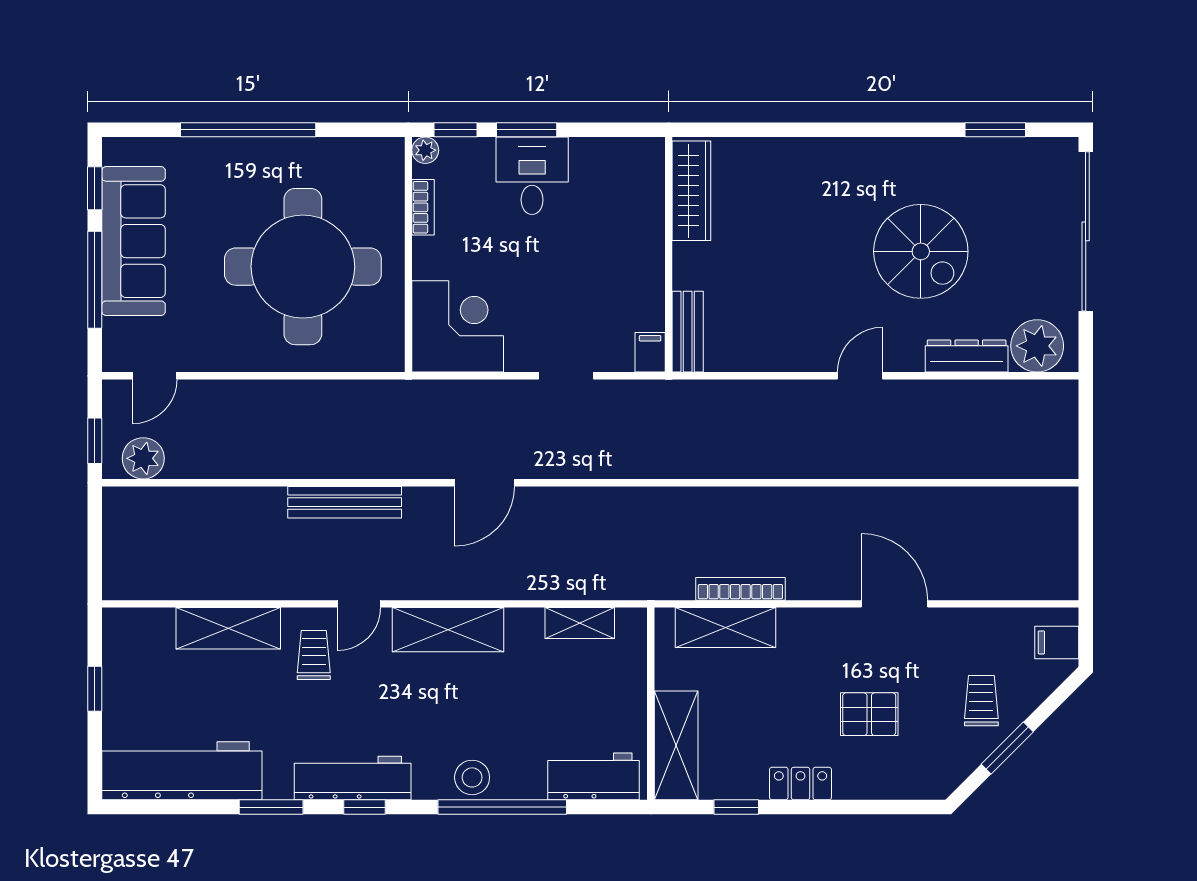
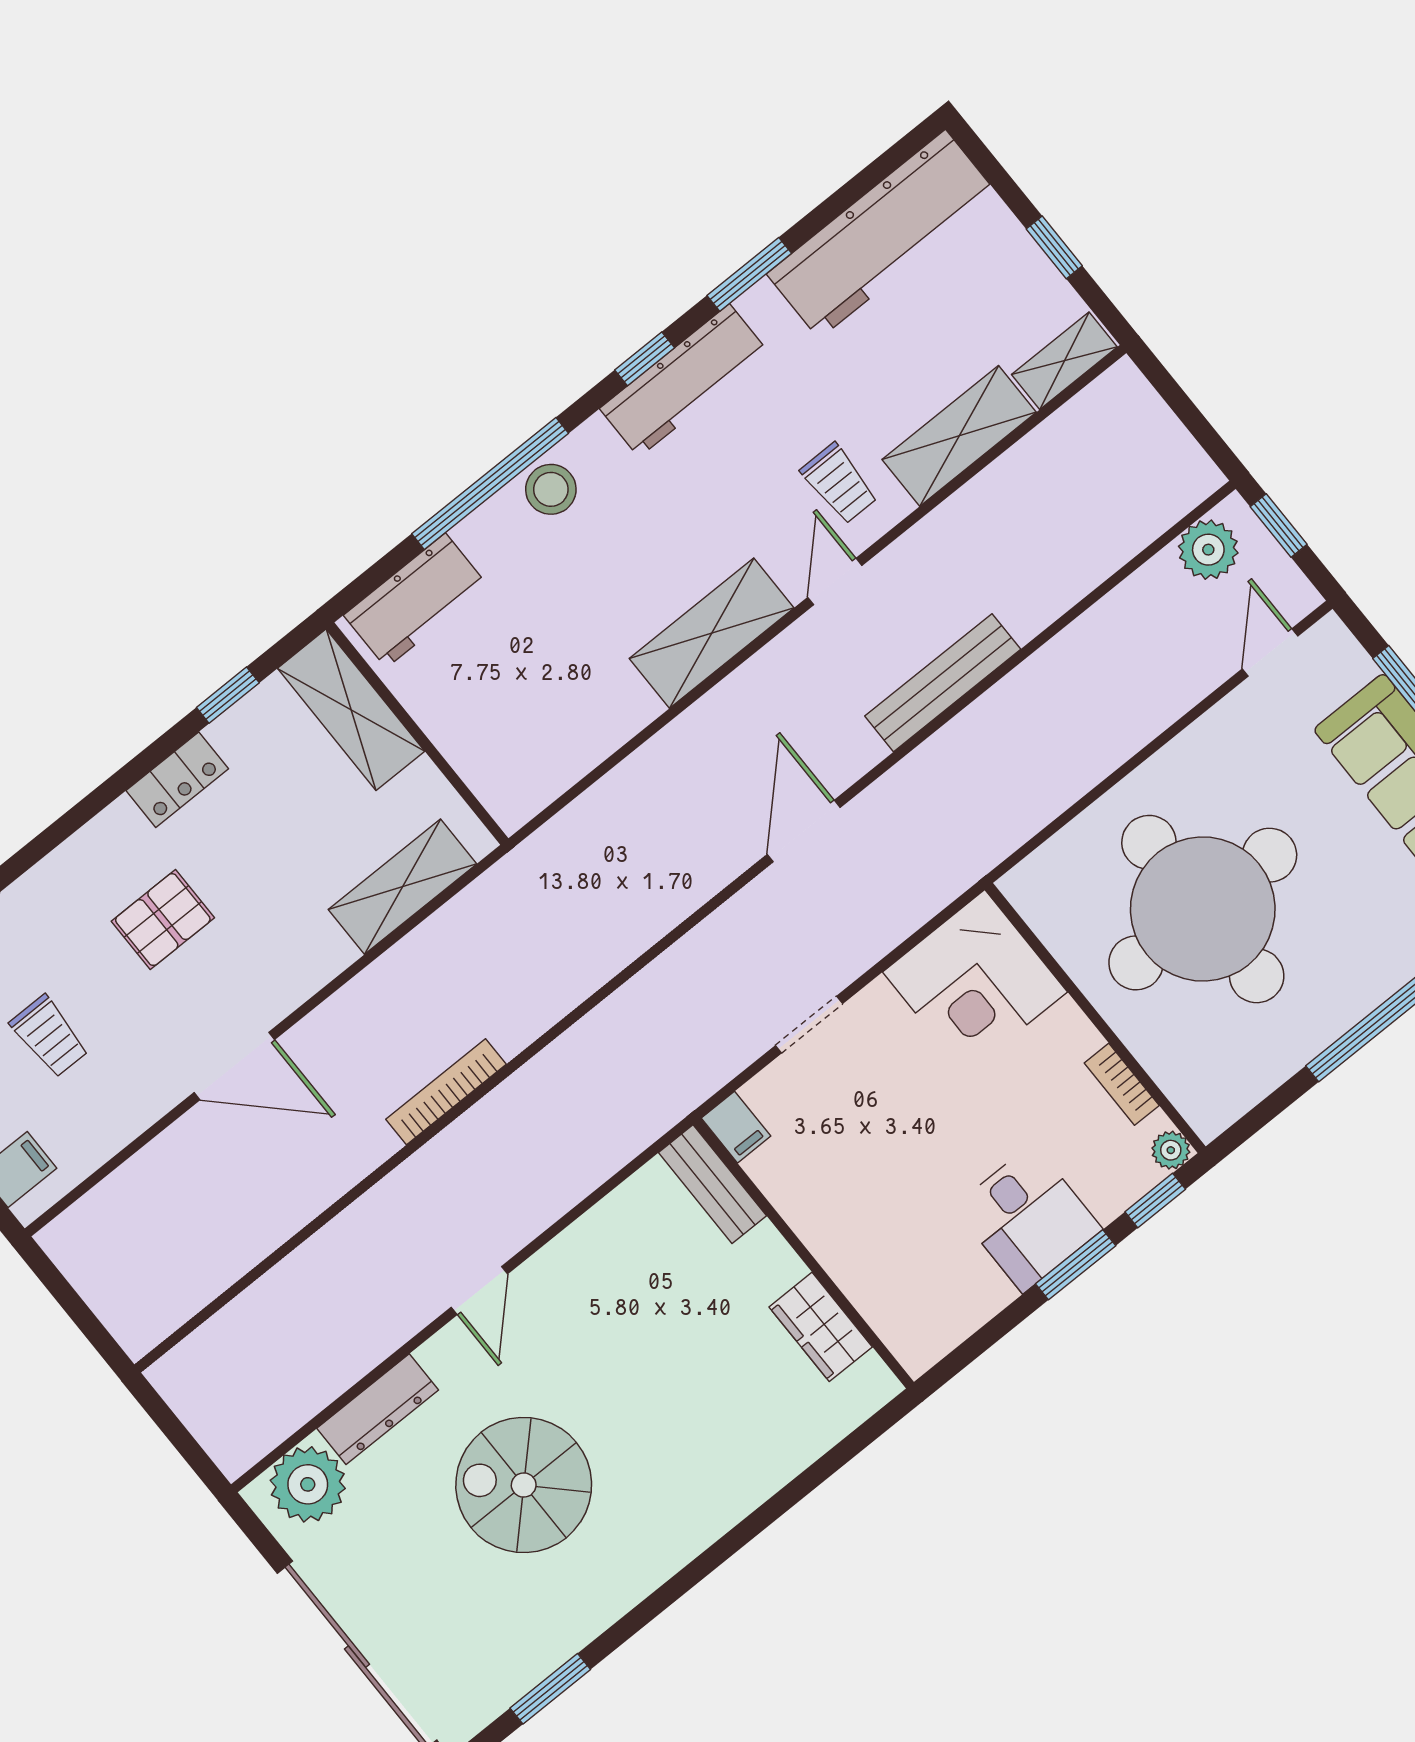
wardrobe: (691, 191) -> (821, 1327), width x0.67
bookcase: (740, 589) -> (446, 1092), moved, turned 180
shelving: (580, 623) -> (1064, 361), moved

